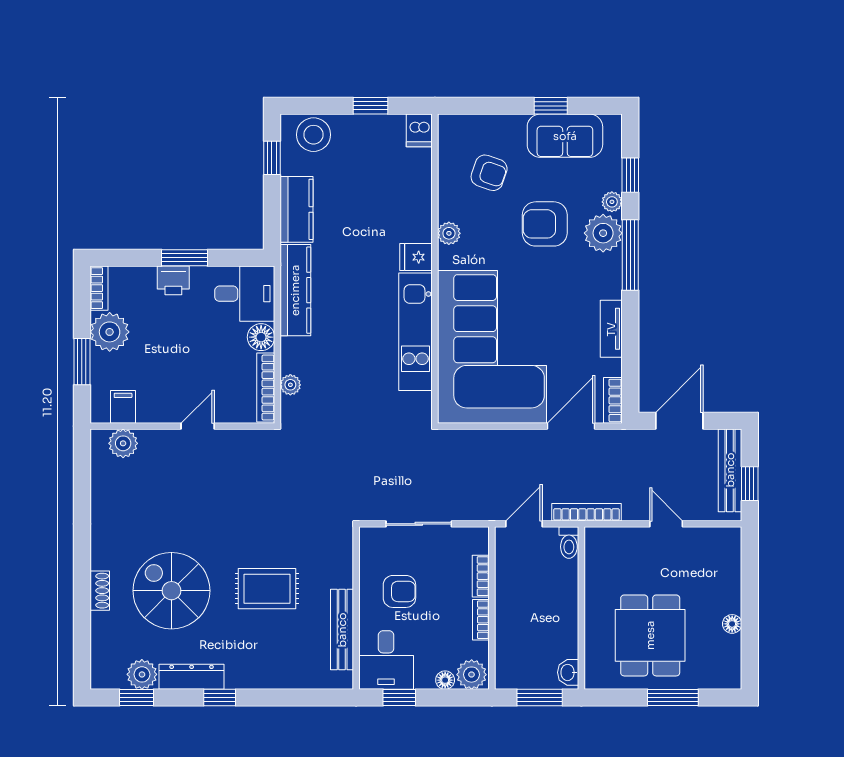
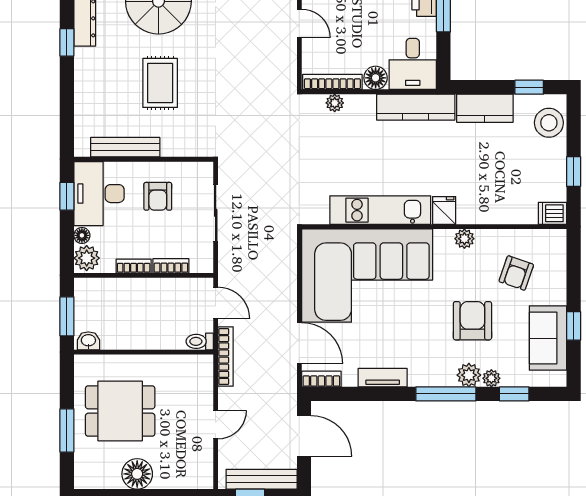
plant: (603, 233) -> (469, 375), width x0.73, depth x0.73
floor lamp: (732, 624) -> (137, 474), width x1.89, depth x1.89
desk: (386, 660) -> (99, 194), width x1.37

